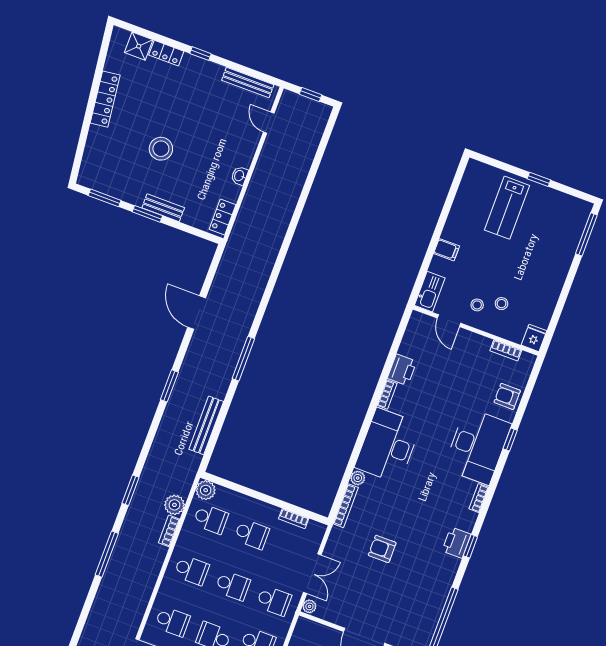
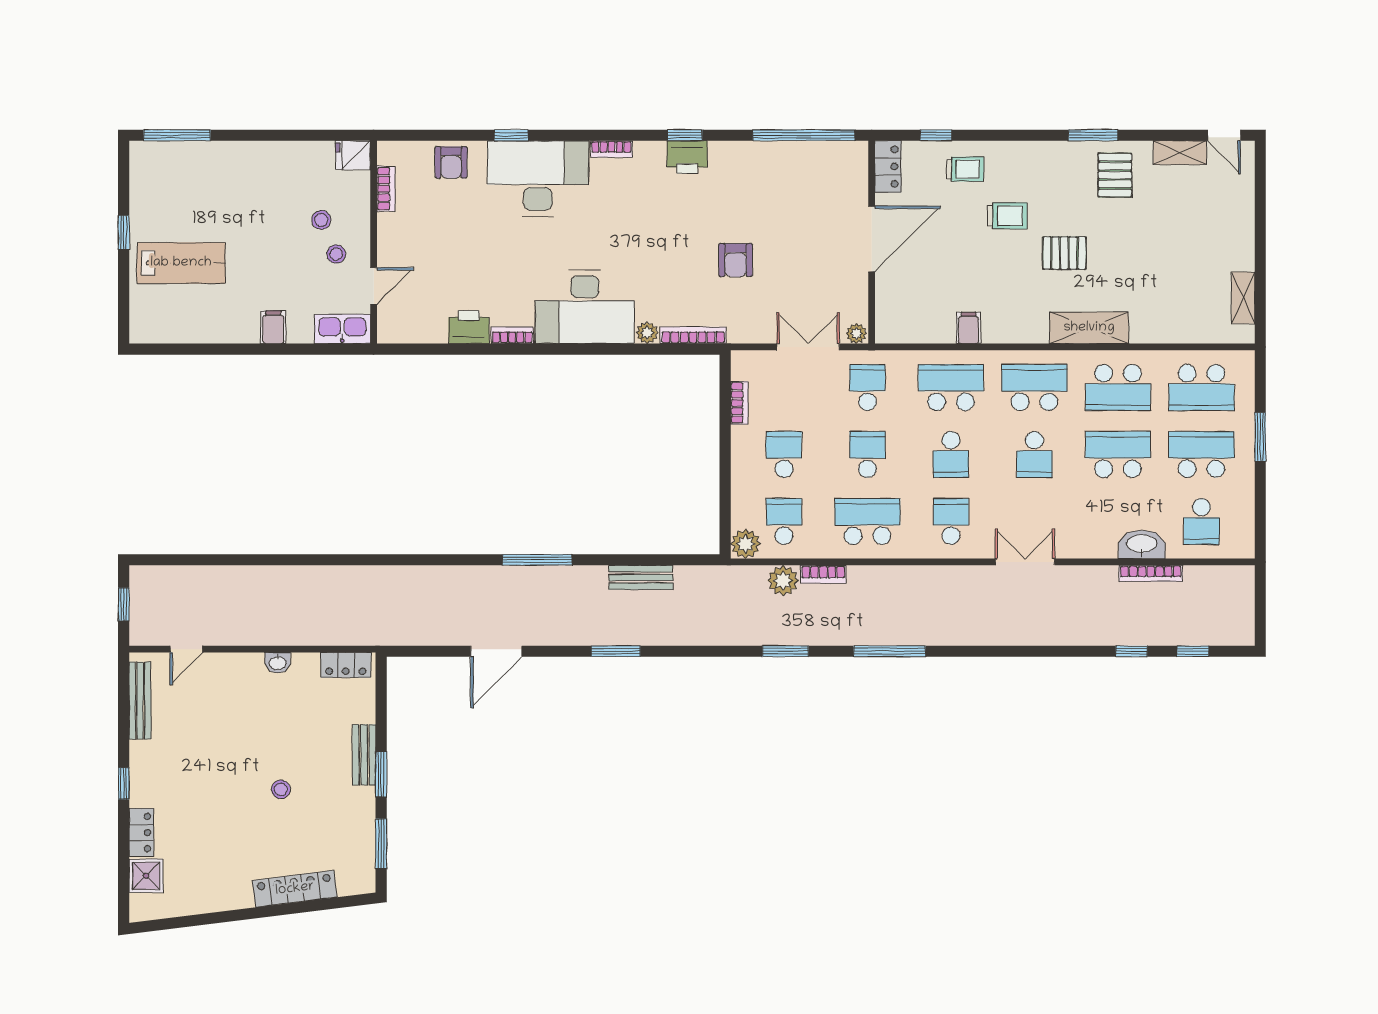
locker: (105, 99) -> (295, 889), moved
stool: (161, 149) -> (281, 789), width x0.53, depth x0.53
bench: (206, 425) -> (641, 577), width x0.73
school desk: (192, 570) -> (867, 521), width x1.85

